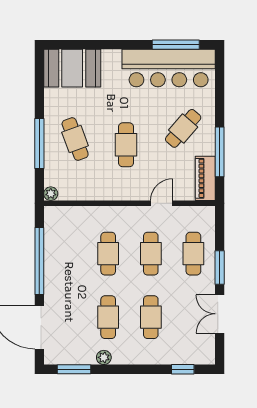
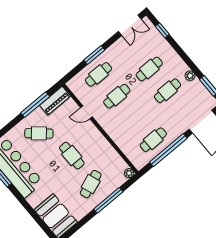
cafe table: (126, 145) -> (72, 156), turned 90
cafe table: (108, 254) -> (153, 140), moved
double door: (220, 314) -> (130, 25), moved

